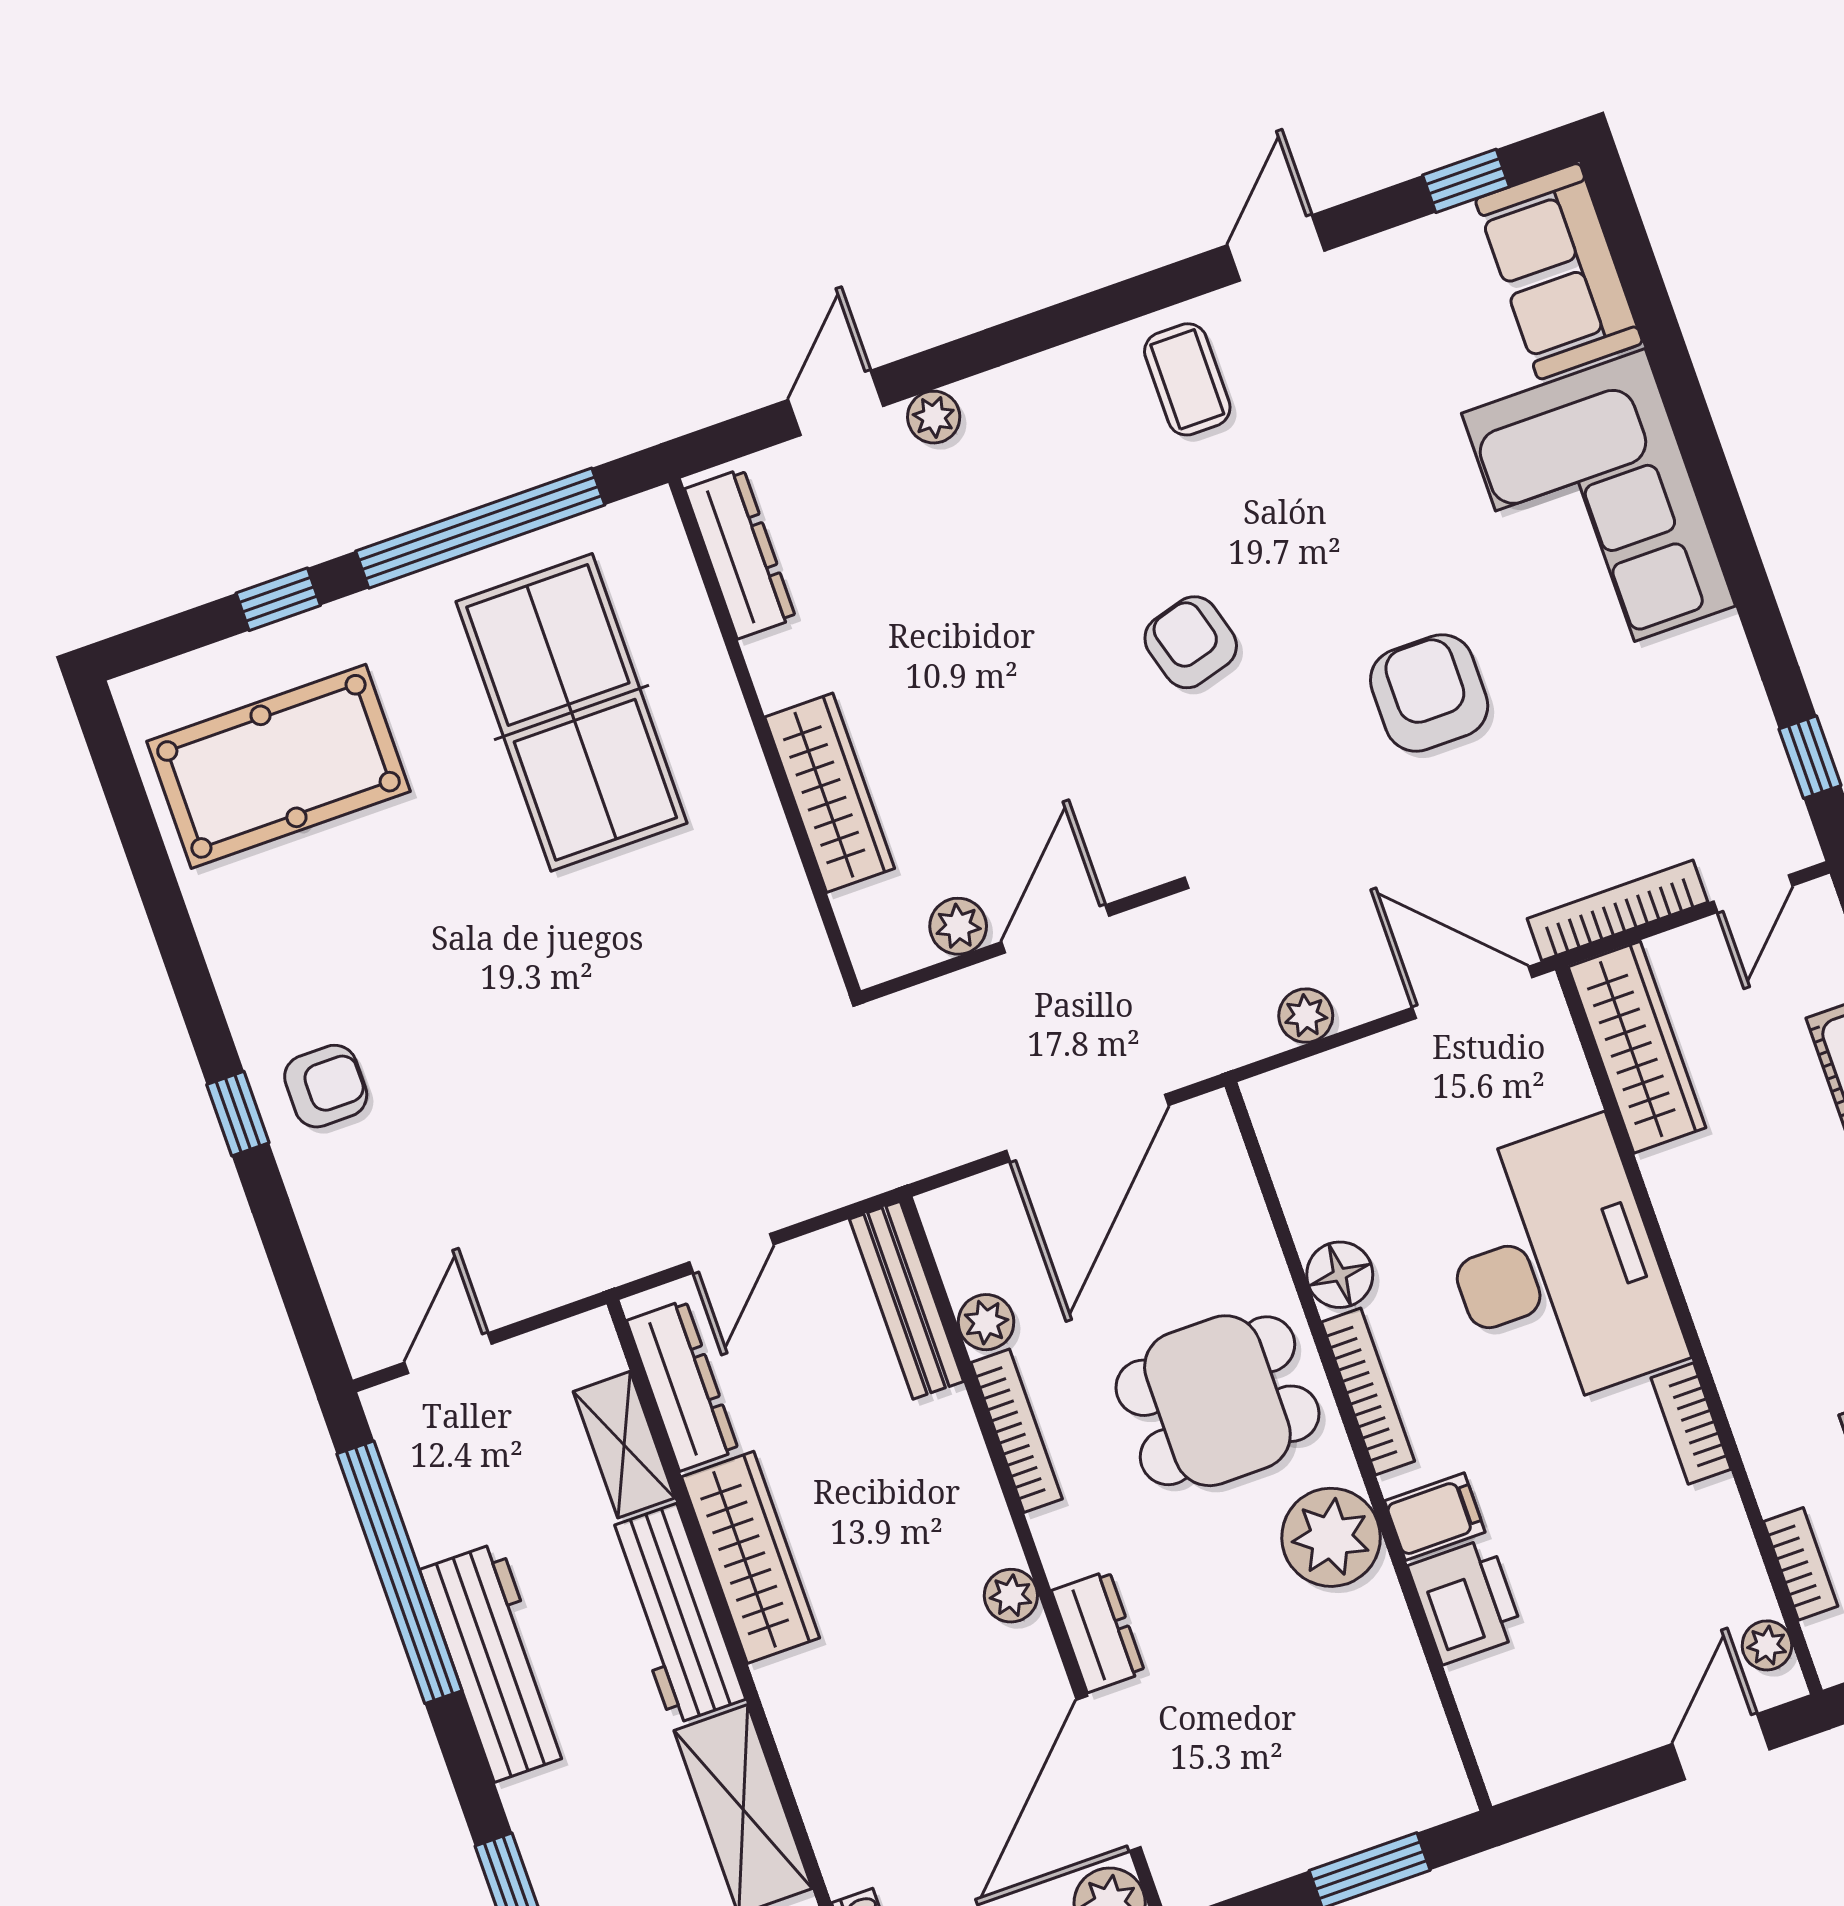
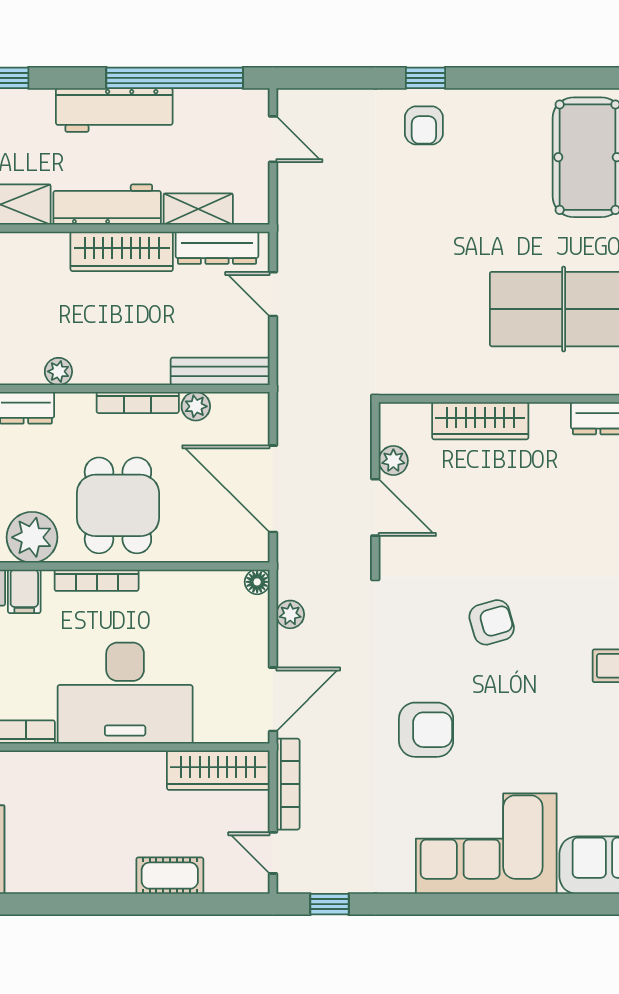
floor lamp: (1340, 1275) -> (257, 582), moved, width x0.73, depth x0.73

